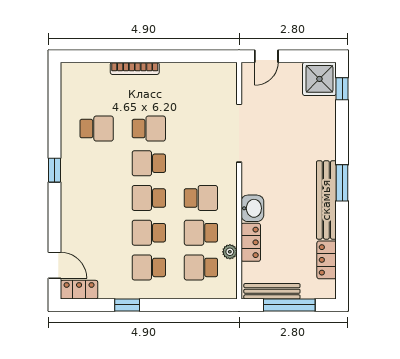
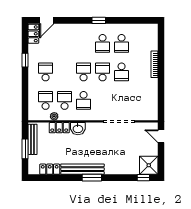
school desk: (149, 233) -> (103, 43), moved, turned 180
window: (289, 305) -> (25, 149), width x0.69

